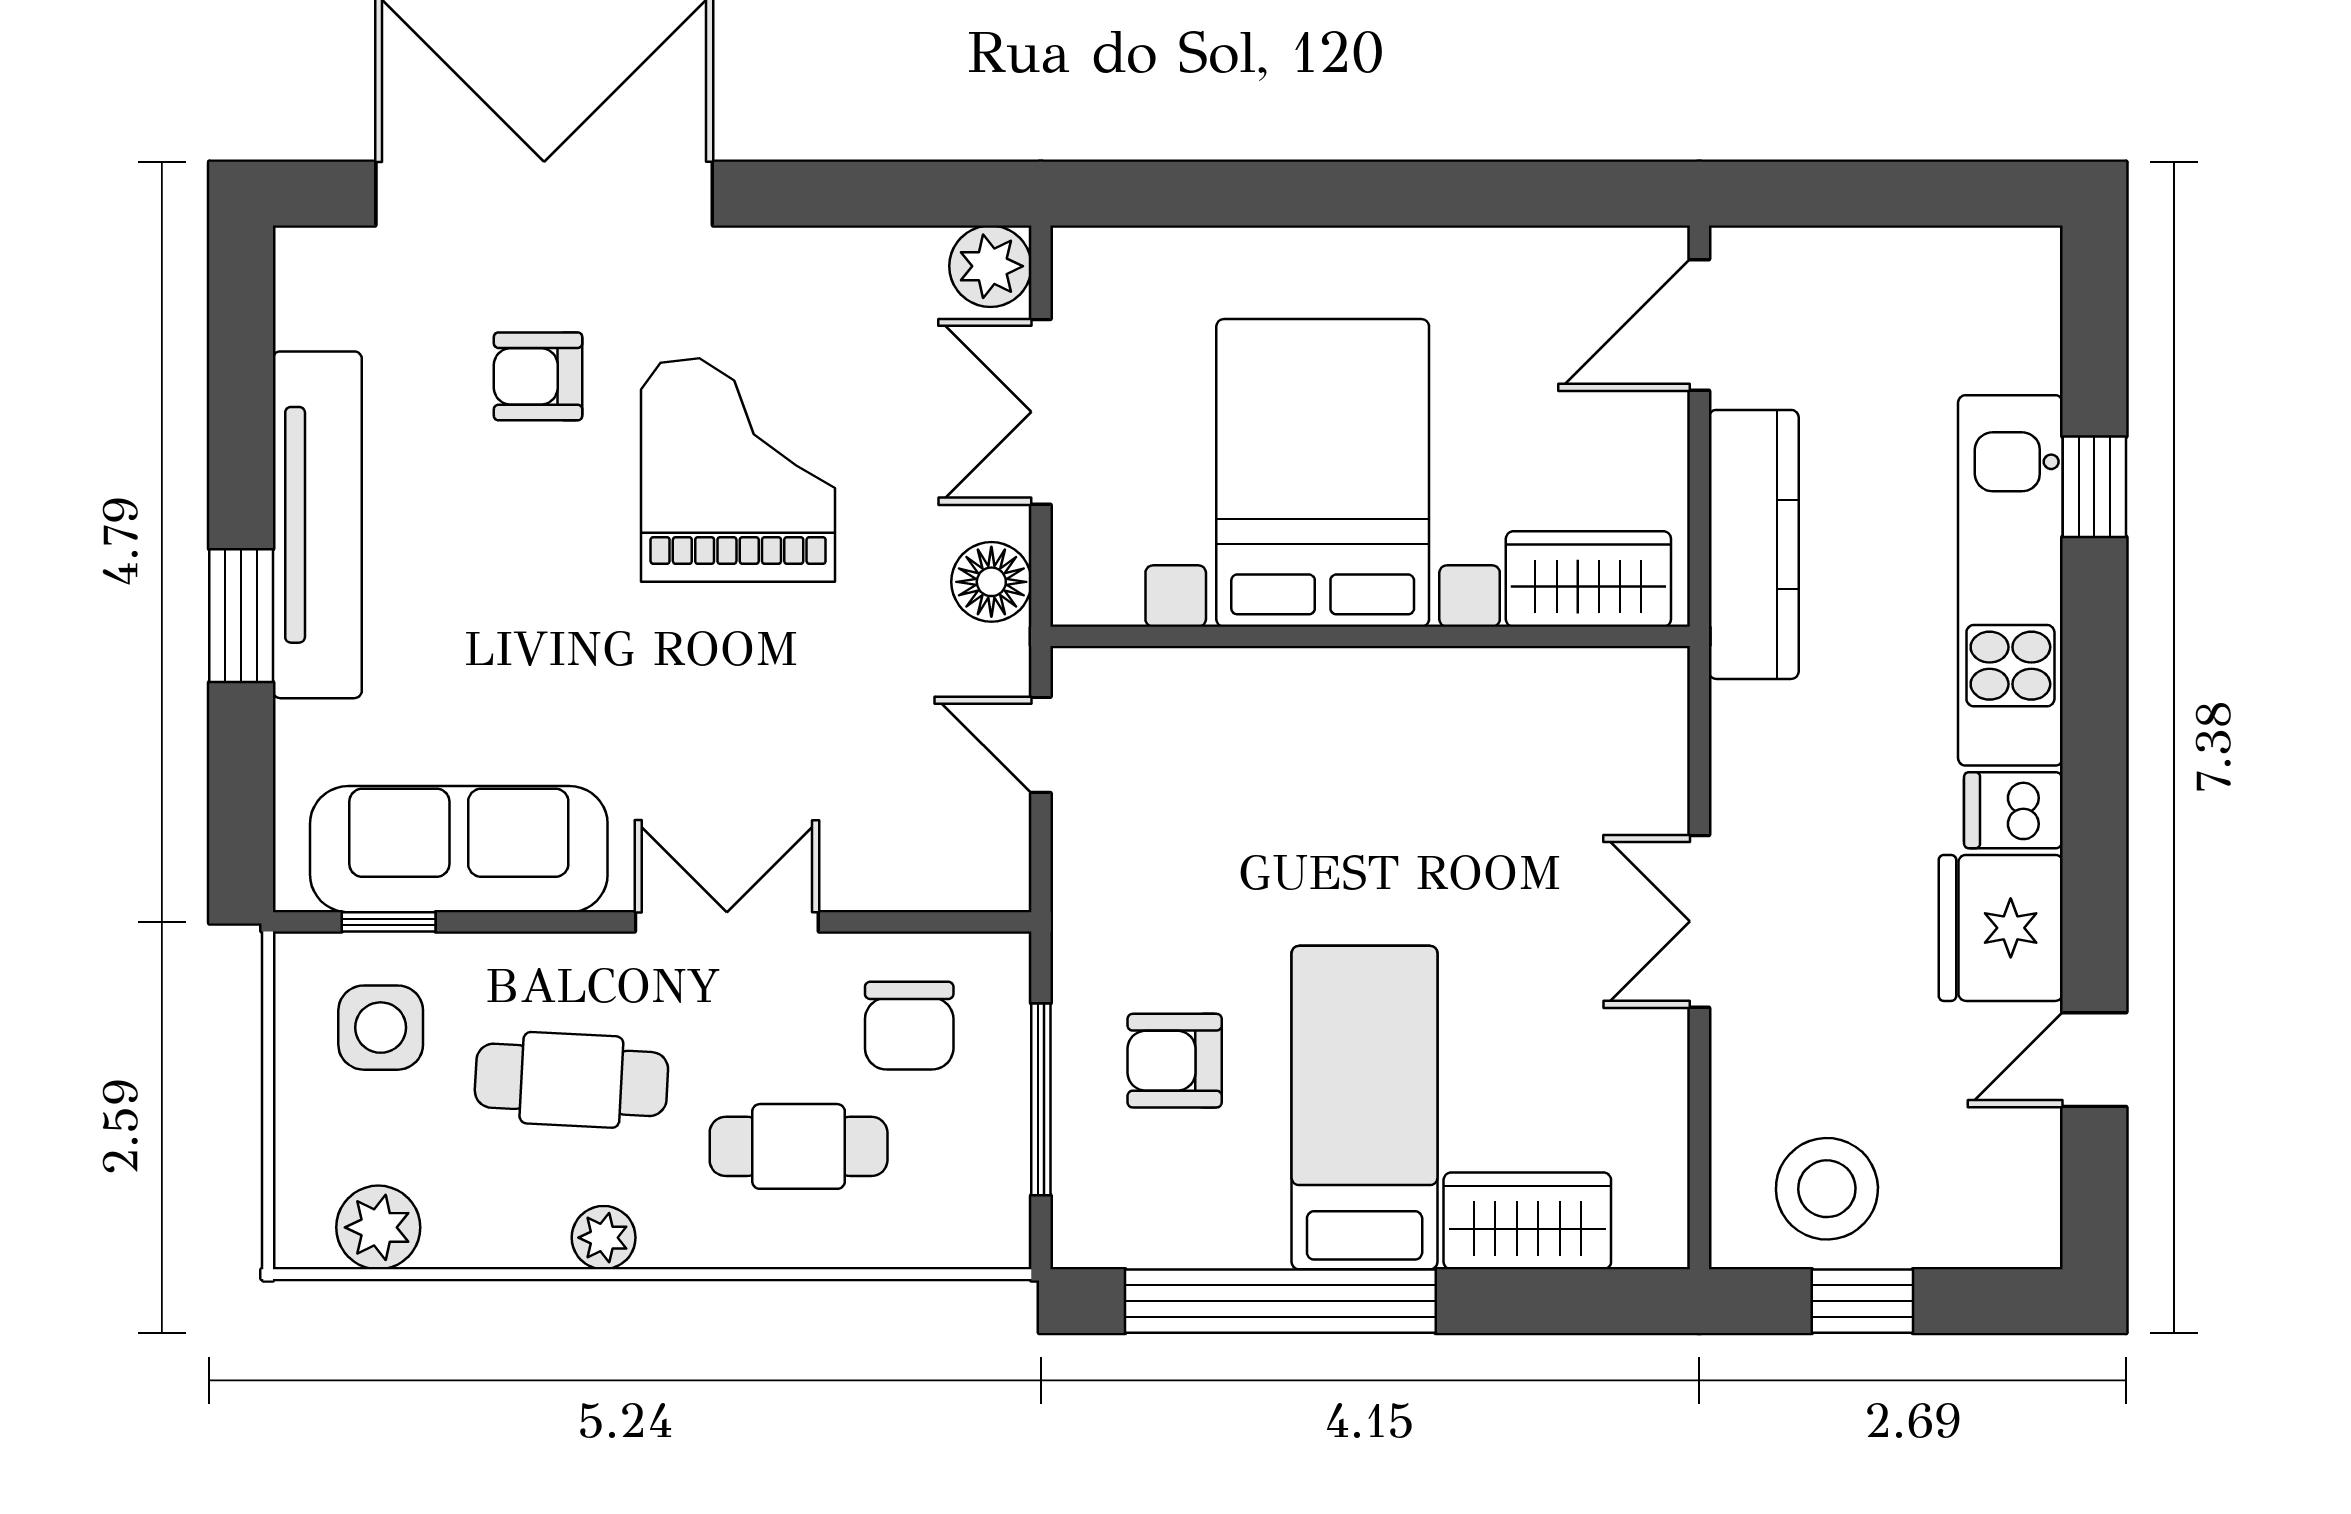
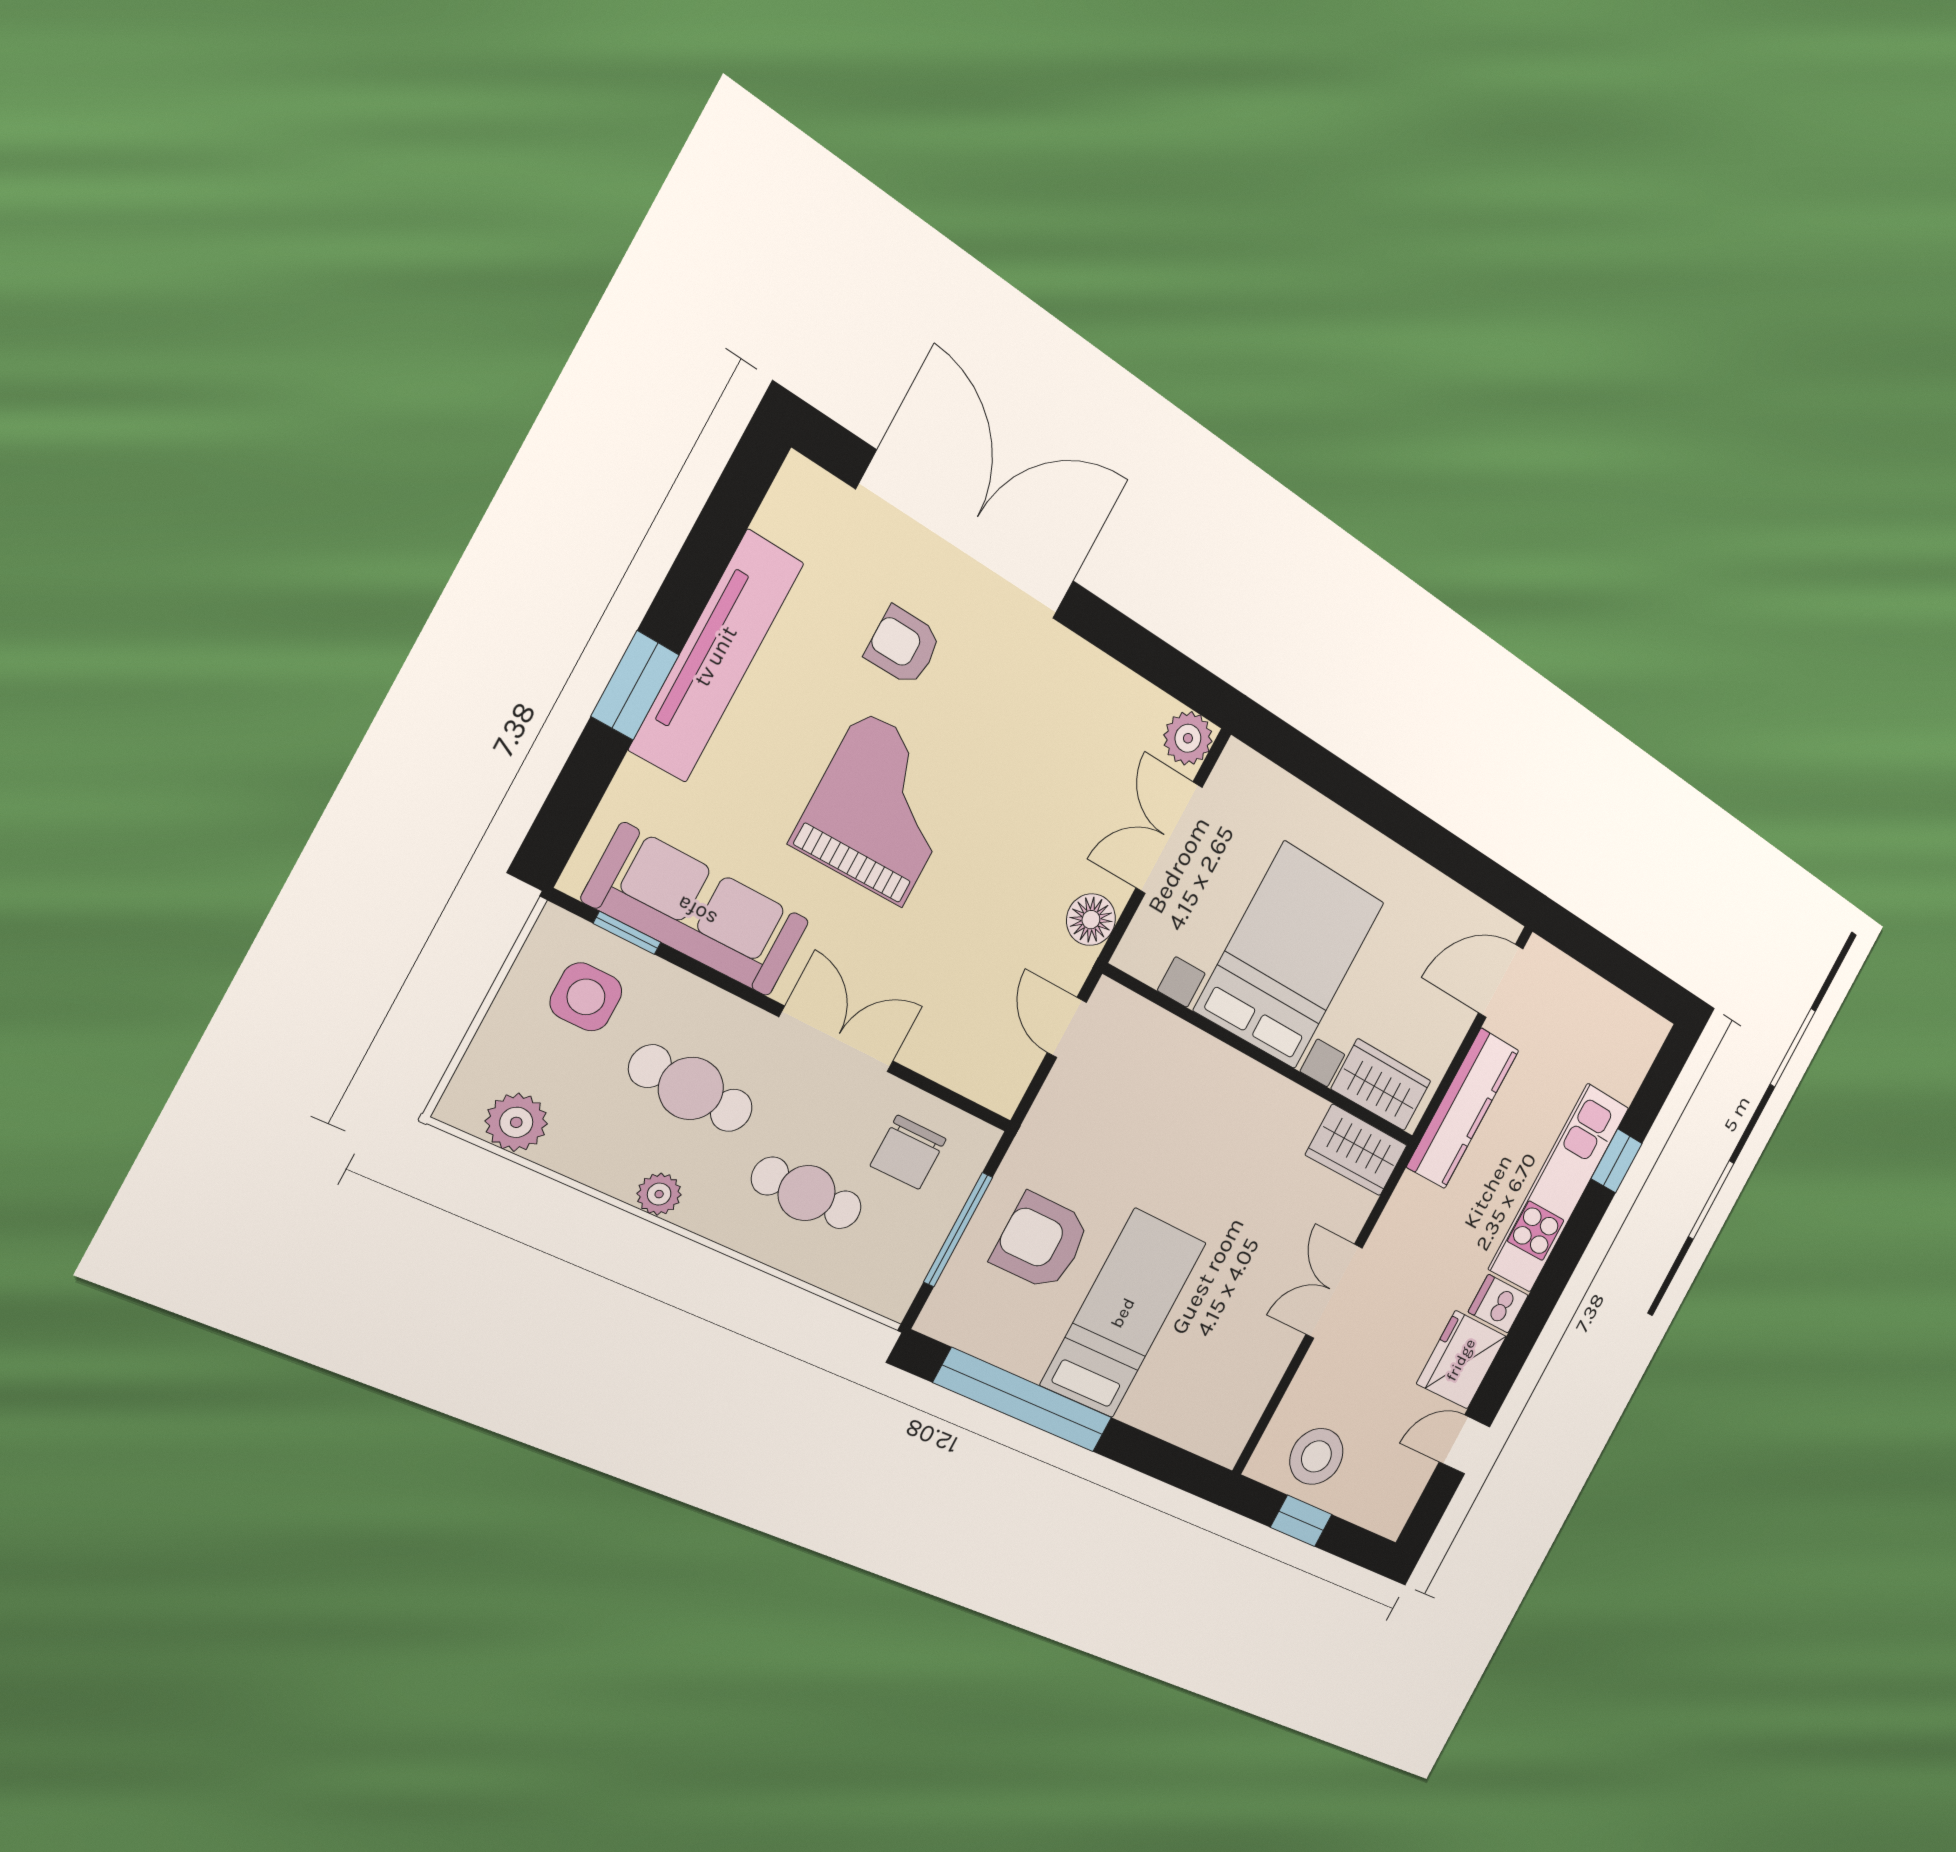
grand piano: (738, 470) -> (882, 809), moved
armchair: (1175, 1061) -> (1041, 1242), width x1.38, depth x1.38
wardrobe: (1527, 1221) -> (1356, 1150), moved, turned 180

